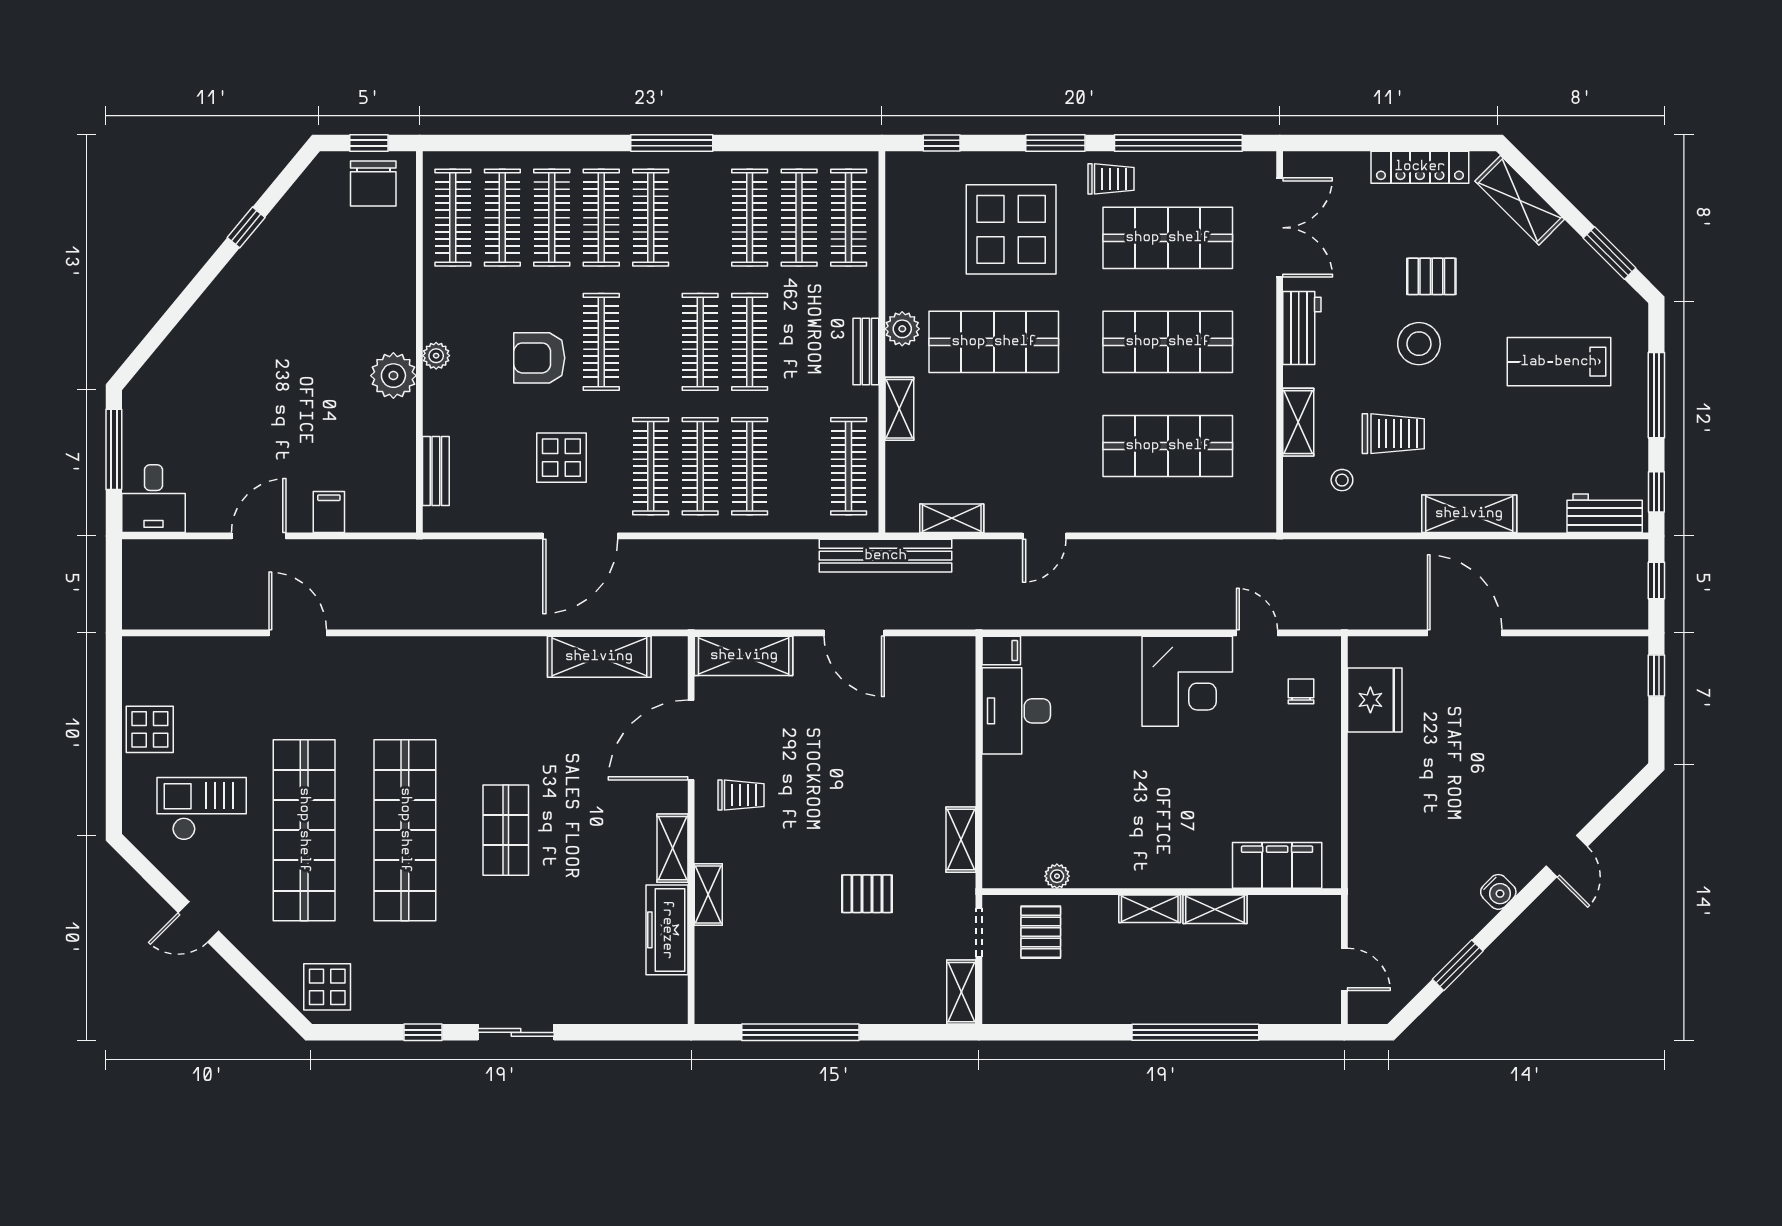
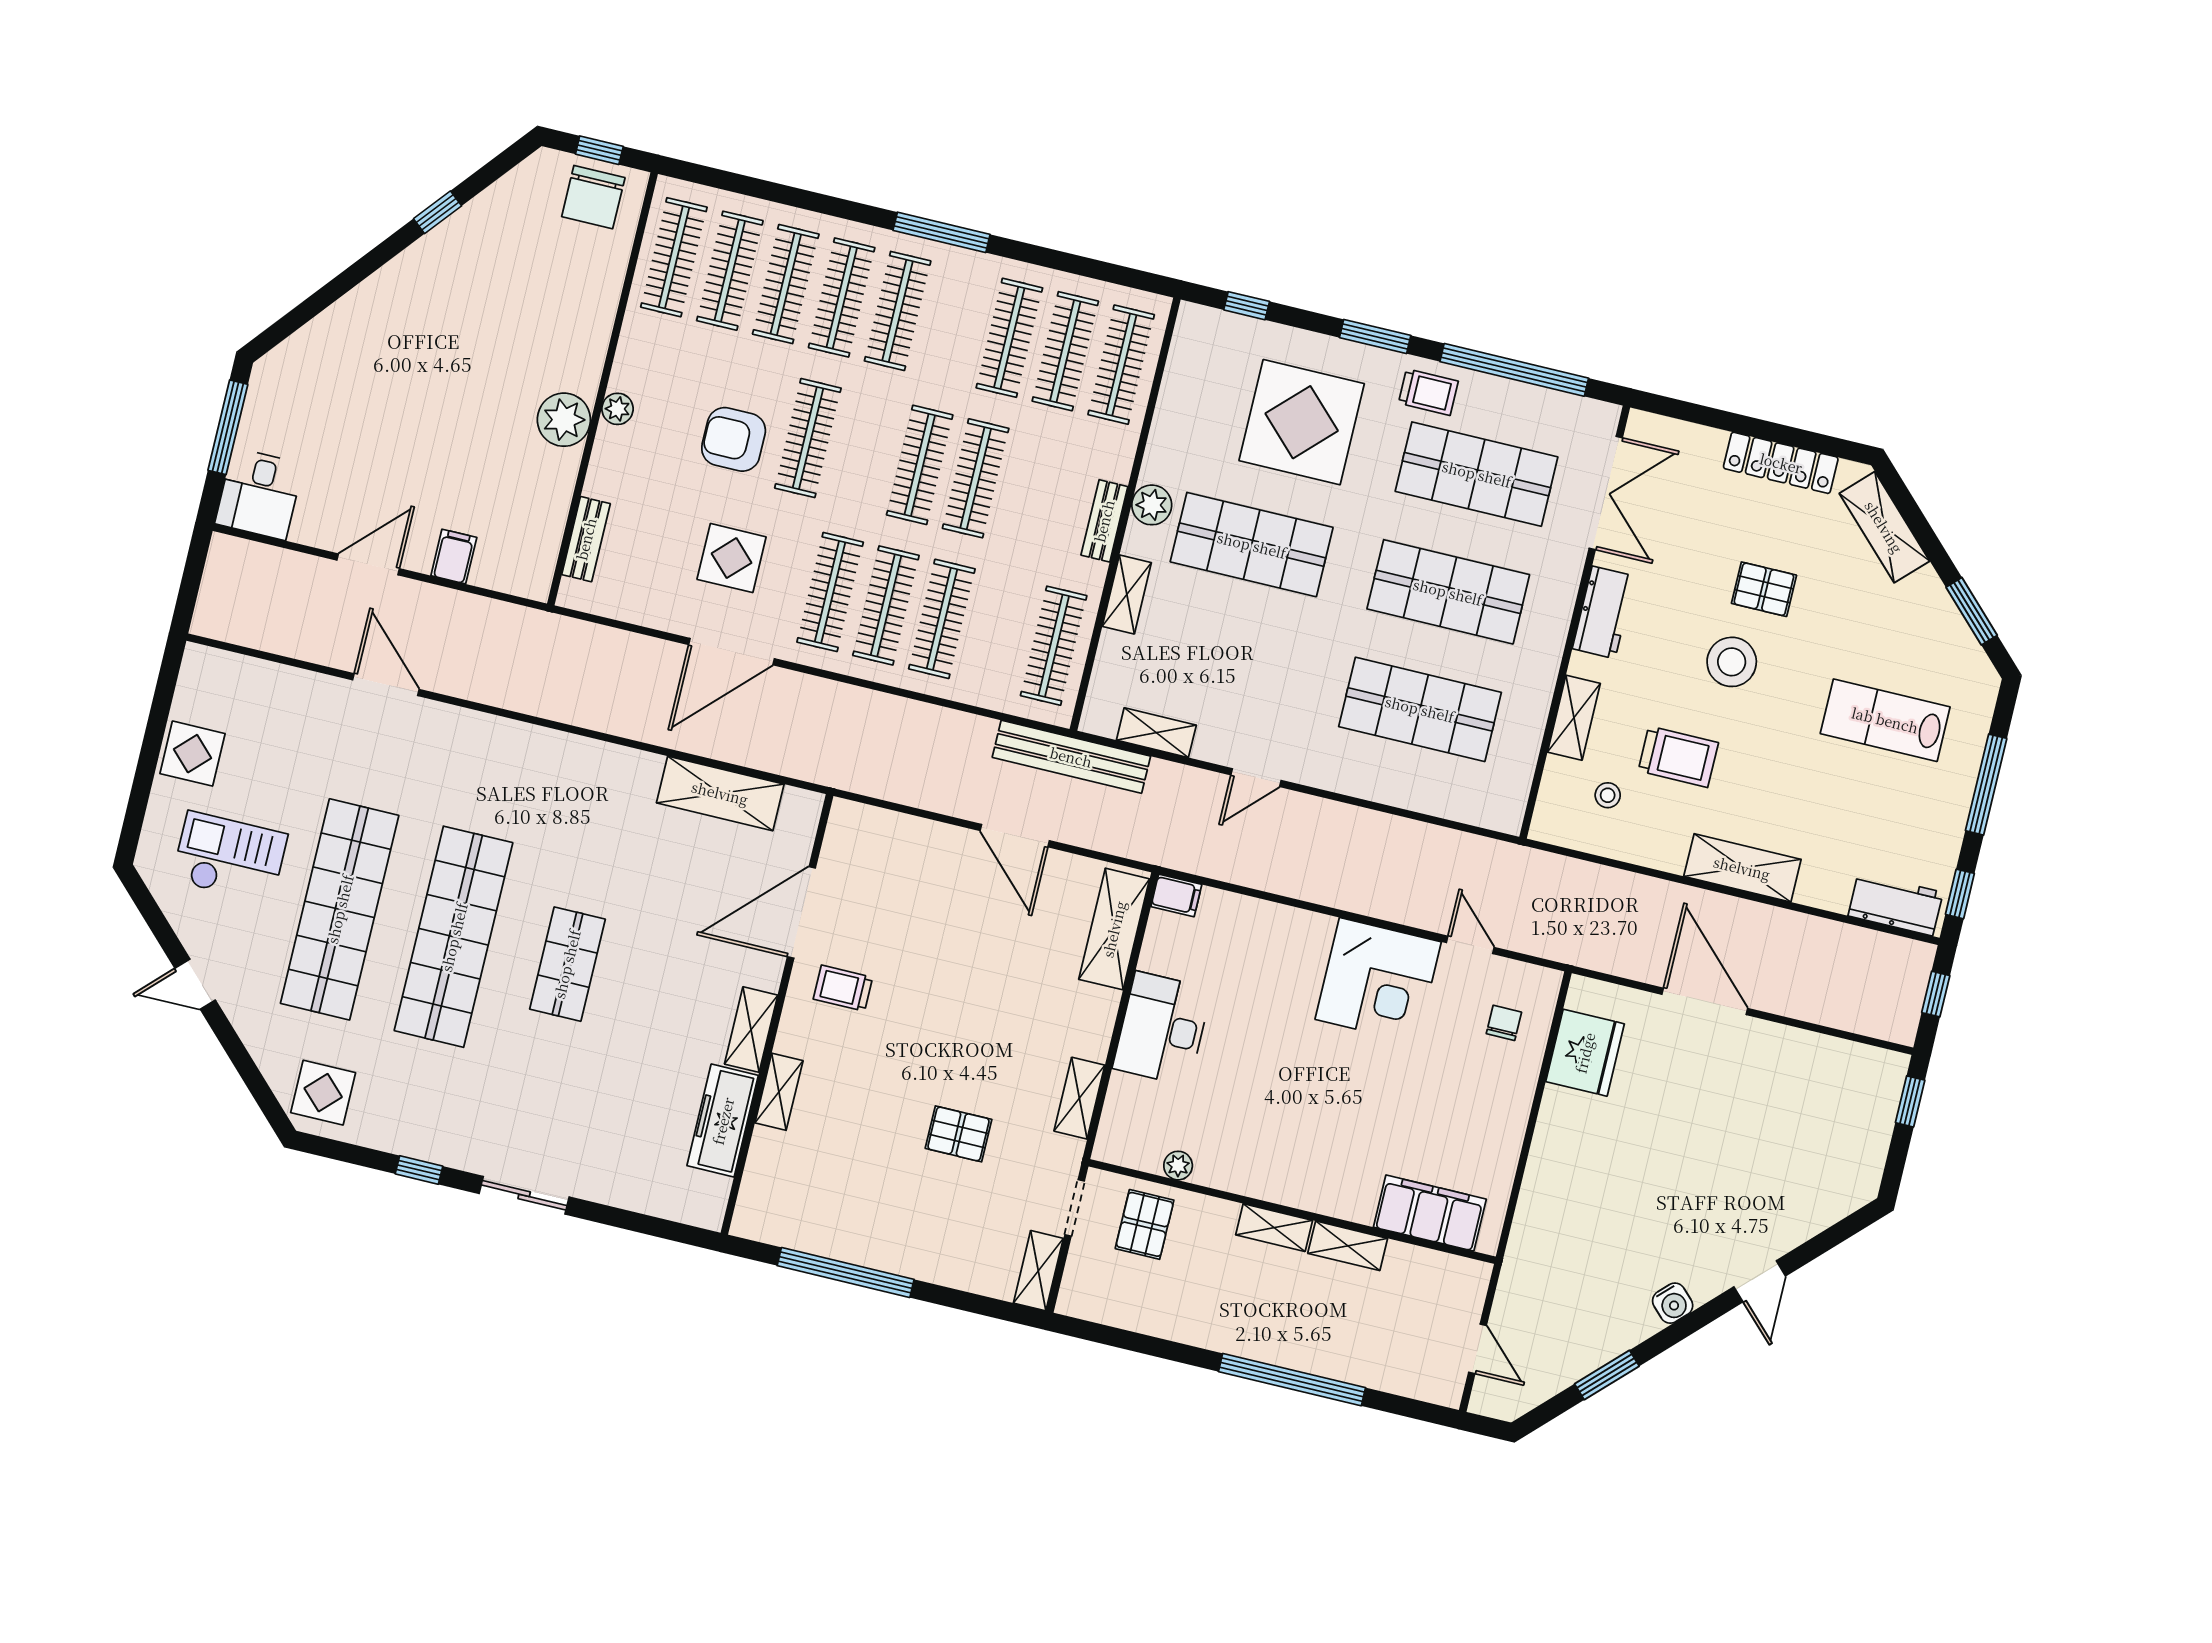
shelving: (744, 656) -> (1114, 929), moved, turned 90
desk: (1016, 711) -> (1162, 1029), moved
trolley: (741, 795) -> (843, 988), turned 180

